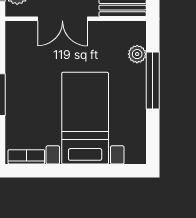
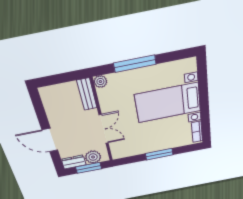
plant: (137, 54) -> (100, 82), moved

